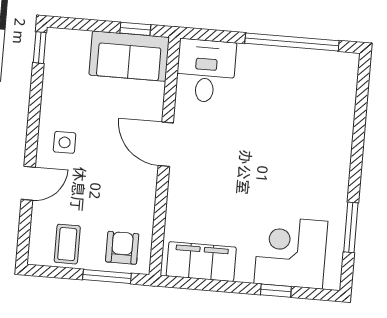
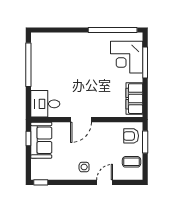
door: (28, 183) -> (105, 182), hinge flipped
window: (351, 227) -> (113, 30), width x2.11
window: (276, 291) -> (145, 63), width x2.17

